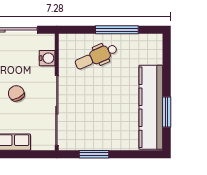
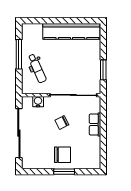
window: (167, 112) -> (75, 21), removed

